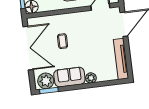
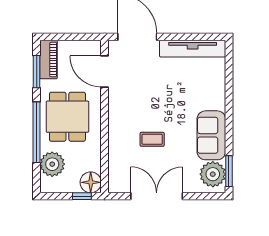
double door: (28, 48) -> (157, 196), width x0.73
plant: (91, 78) -> (217, 101), removed

